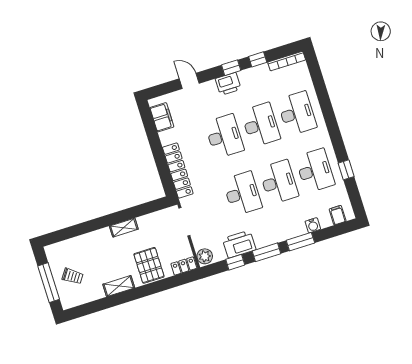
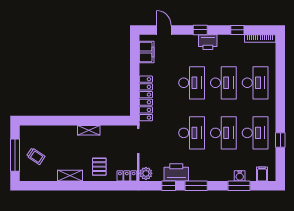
window: (231, 68) -> (200, 30), moved
door: (189, 81) -> (164, 30), moved
window: (300, 242) -> (239, 186), moved
pallet: (149, 265) -> (99, 167), width x0.67, depth x0.71

